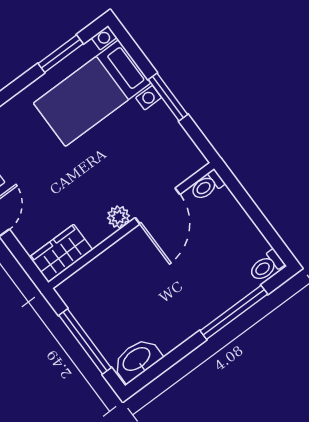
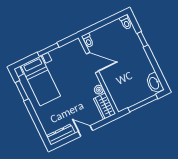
plant: (118, 217) -> (99, 90), moved
window: (234, 312) -> (142, 39), width x0.46

